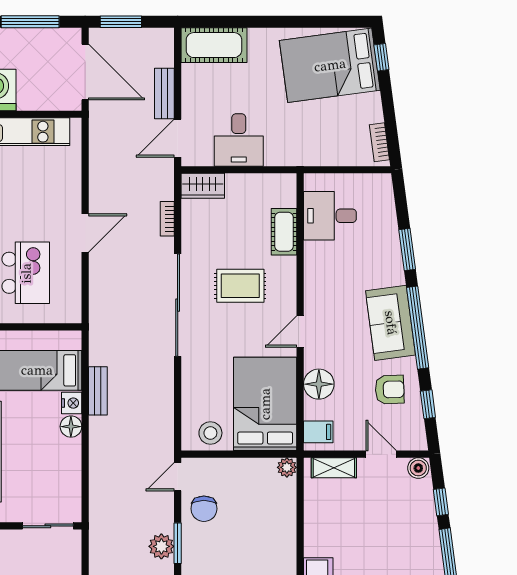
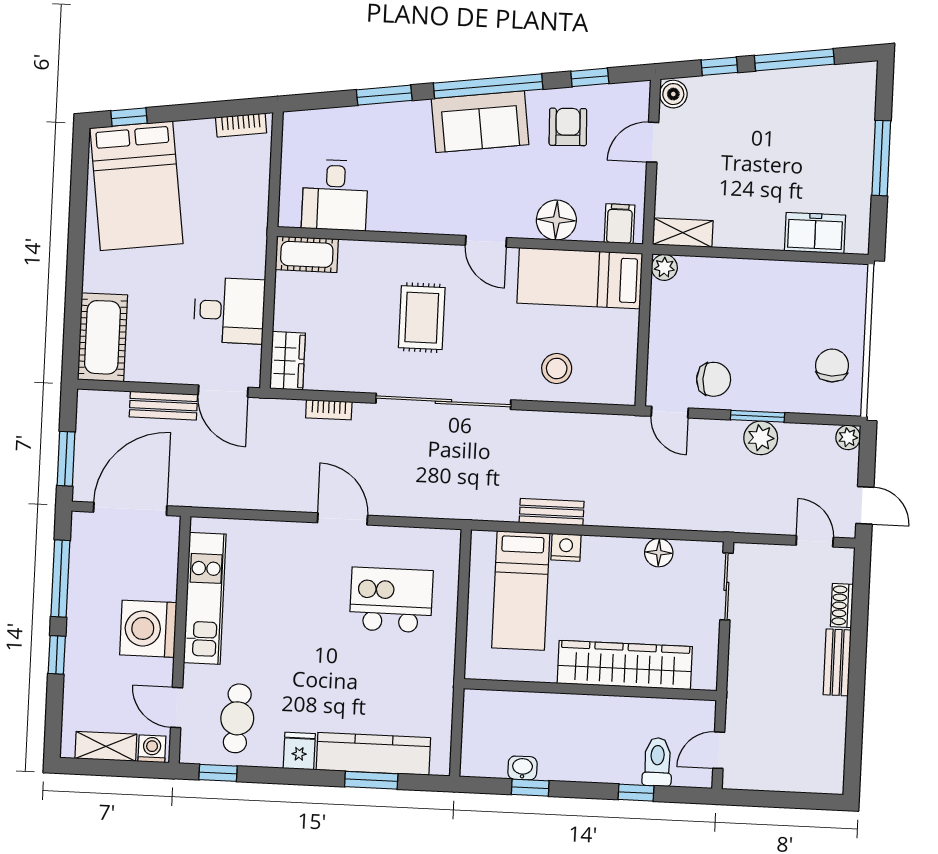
cot: (284, 232) -> (307, 254), moved
bed: (265, 404) -> (580, 278), width x0.67
floor lamp: (71, 427) -> (659, 553), moved
stool: (210, 433) -> (557, 368), moved
shelving: (334, 468) -> (683, 233), moved, turned 90

